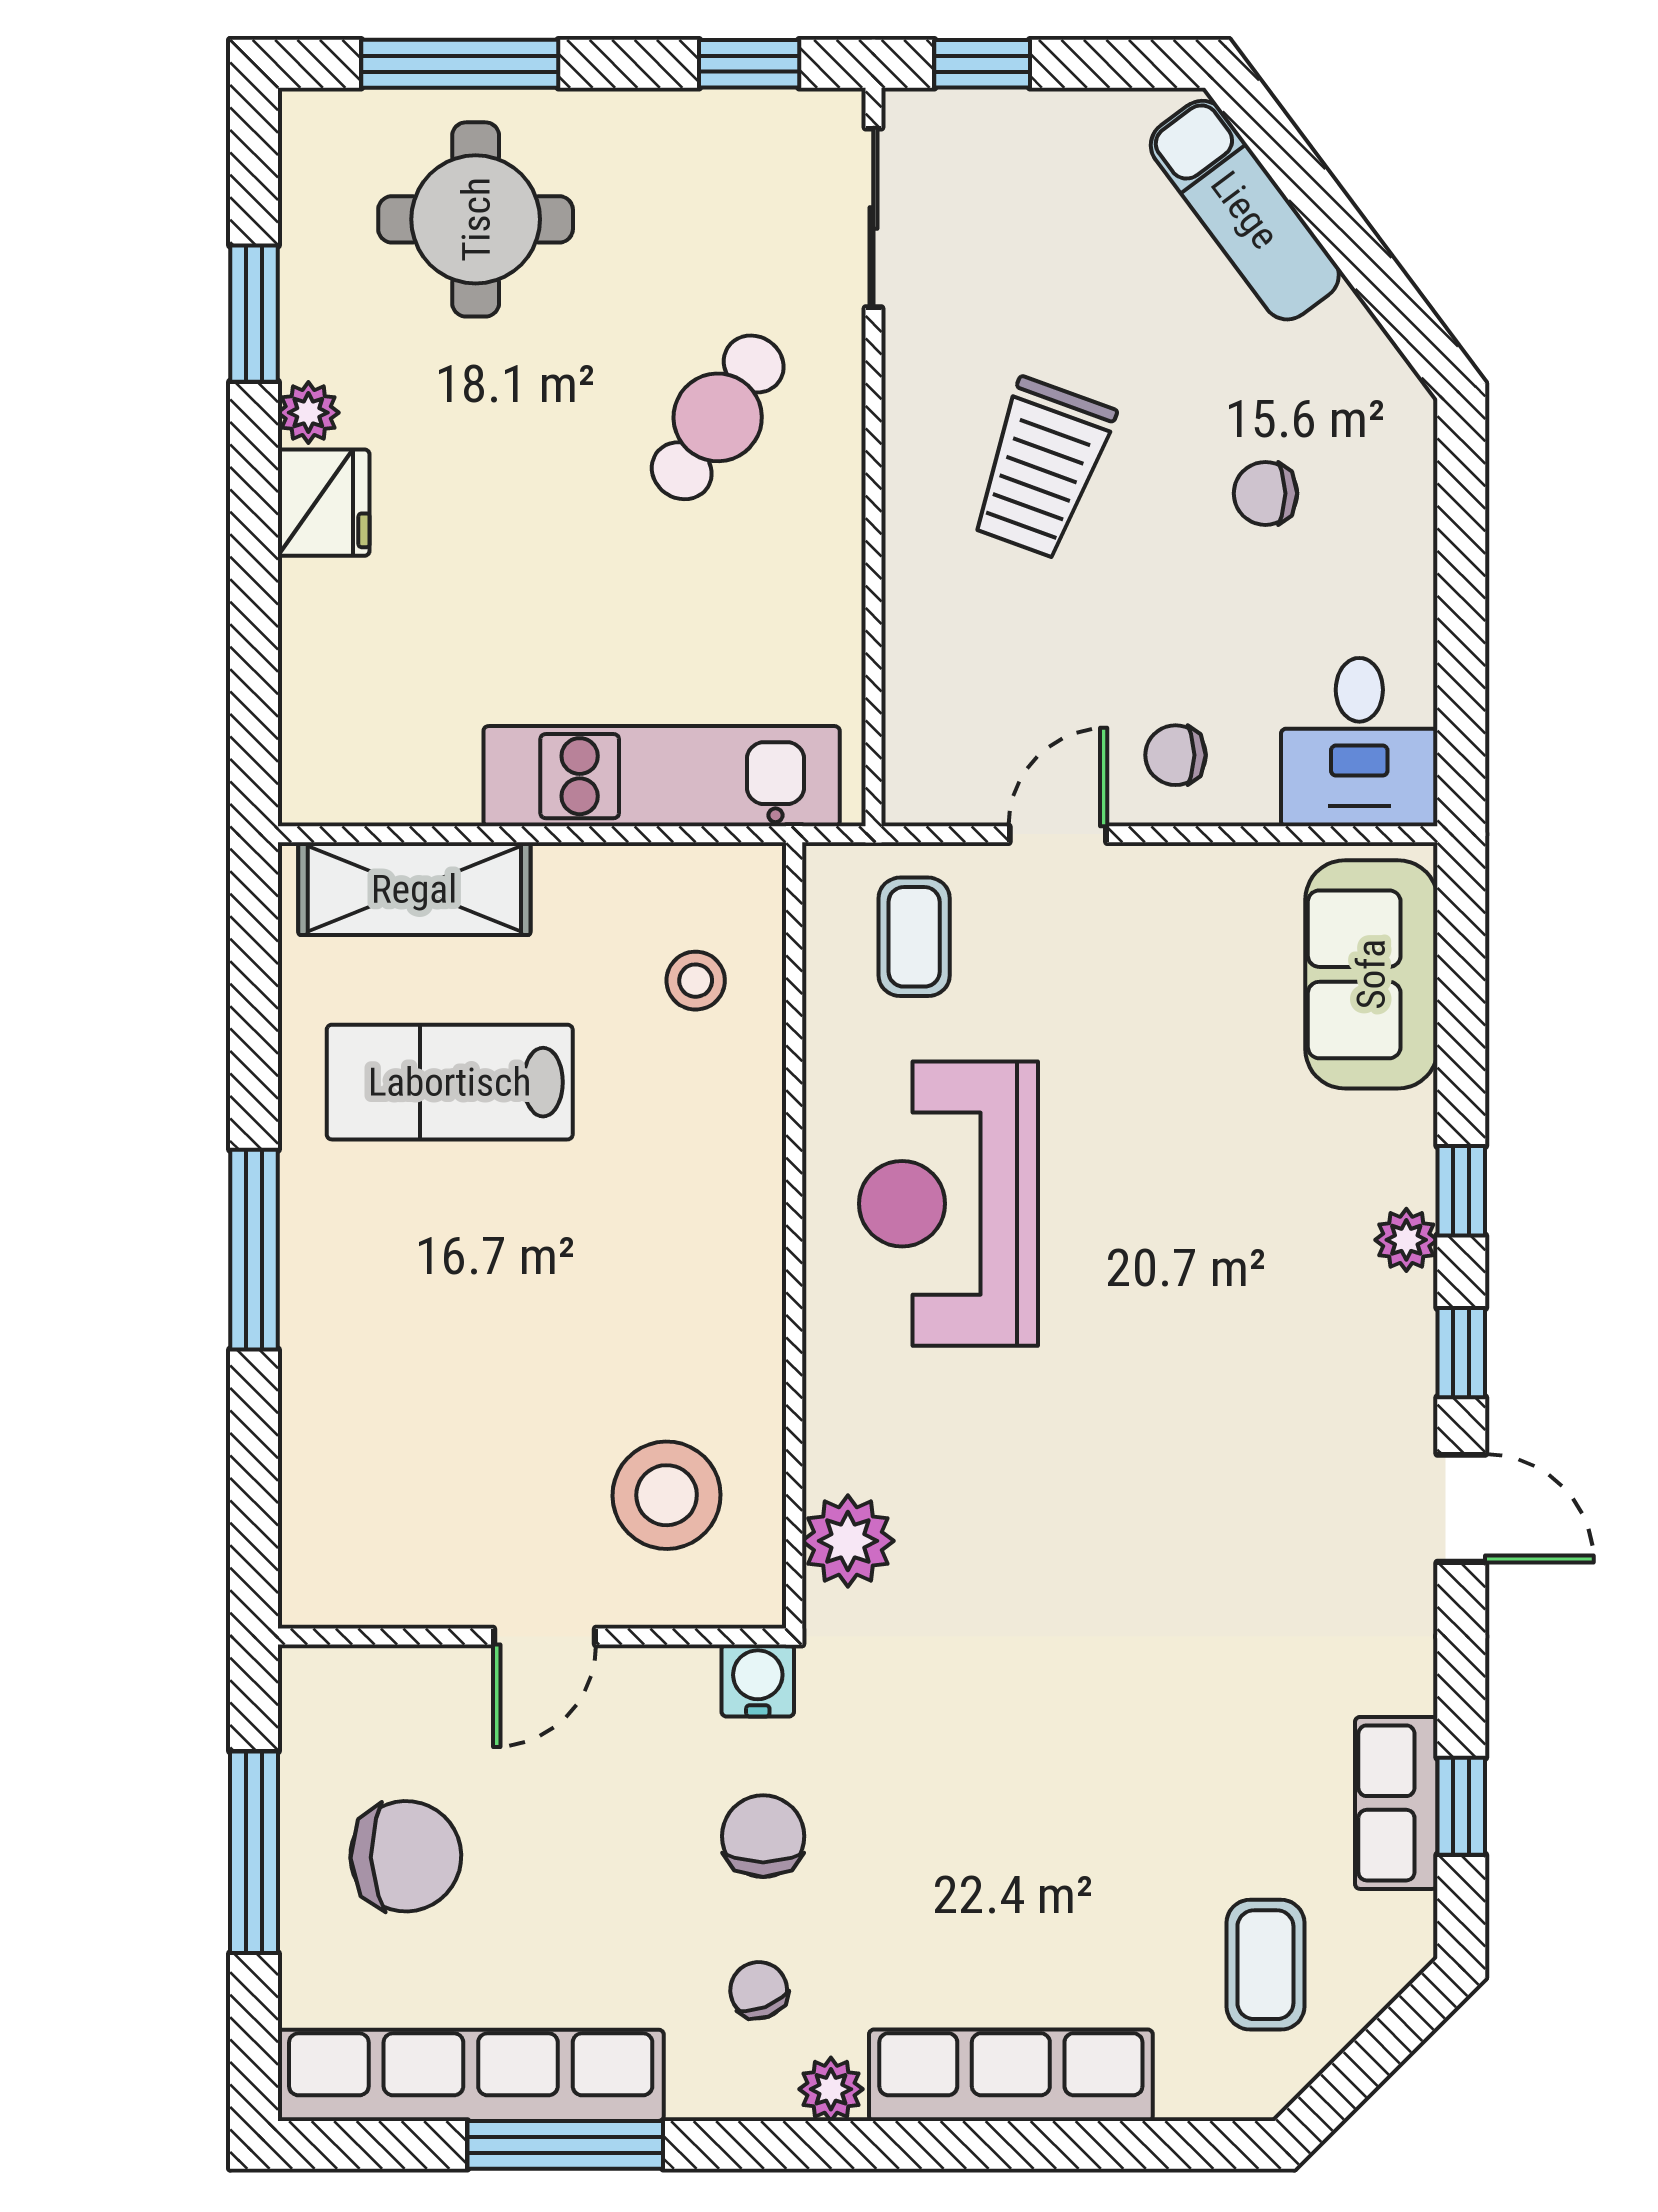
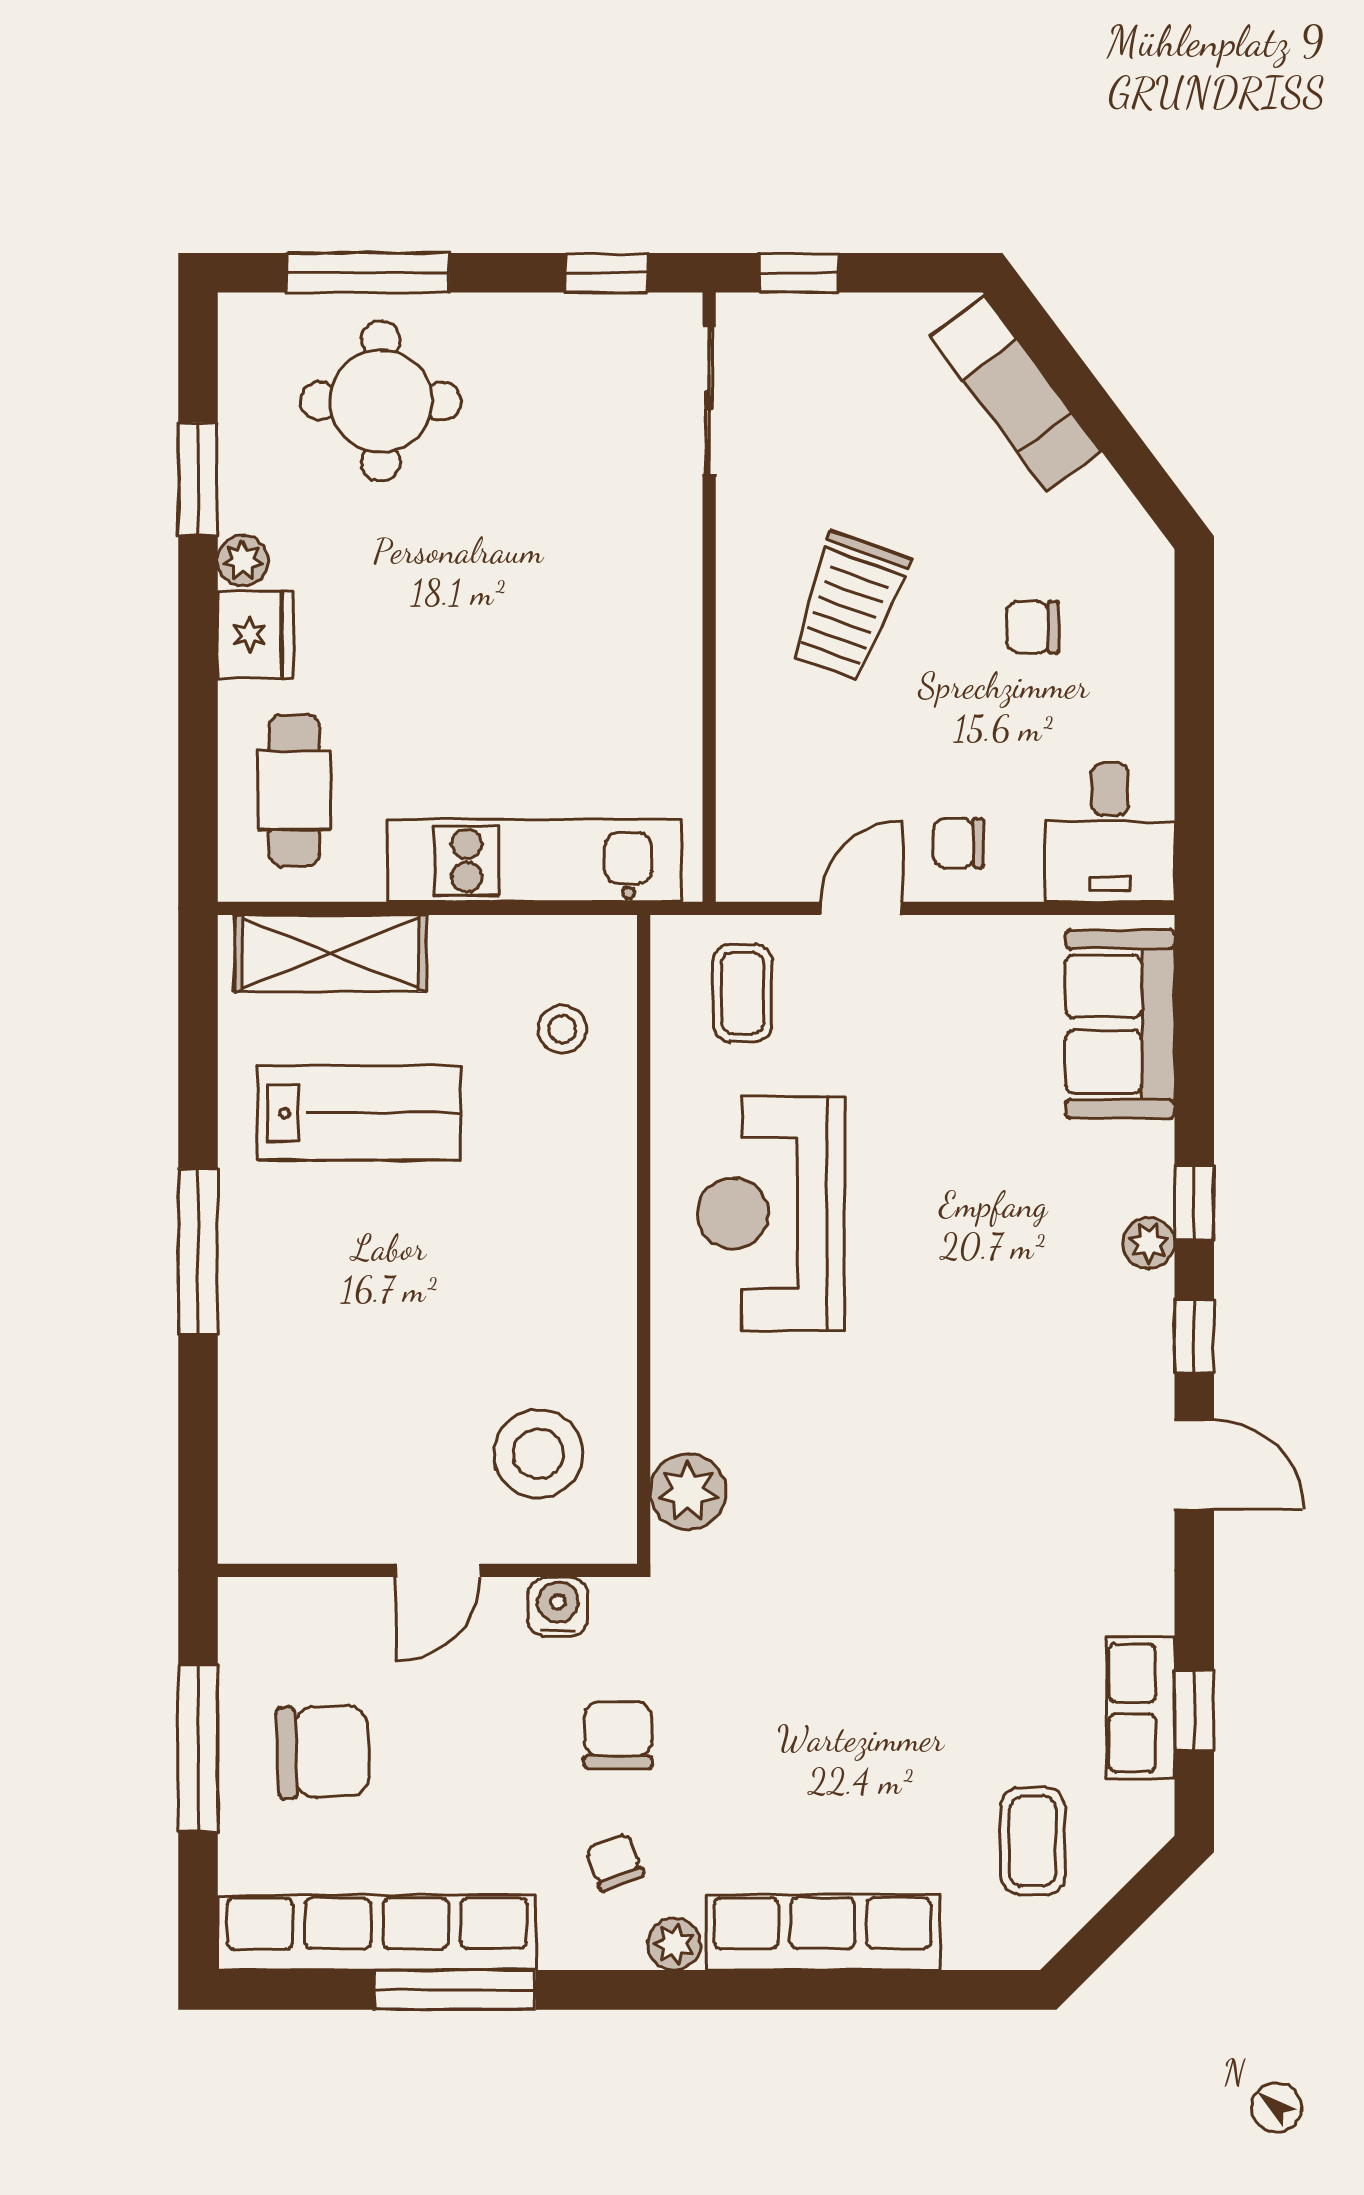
cafe table: (718, 417) -> (294, 790), moved, turned -34
lab bench: (450, 1082) -> (359, 1113), turned 180
water cooler: (758, 1681) -> (558, 1607), moved

